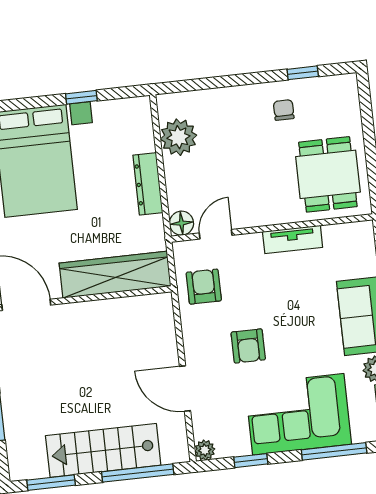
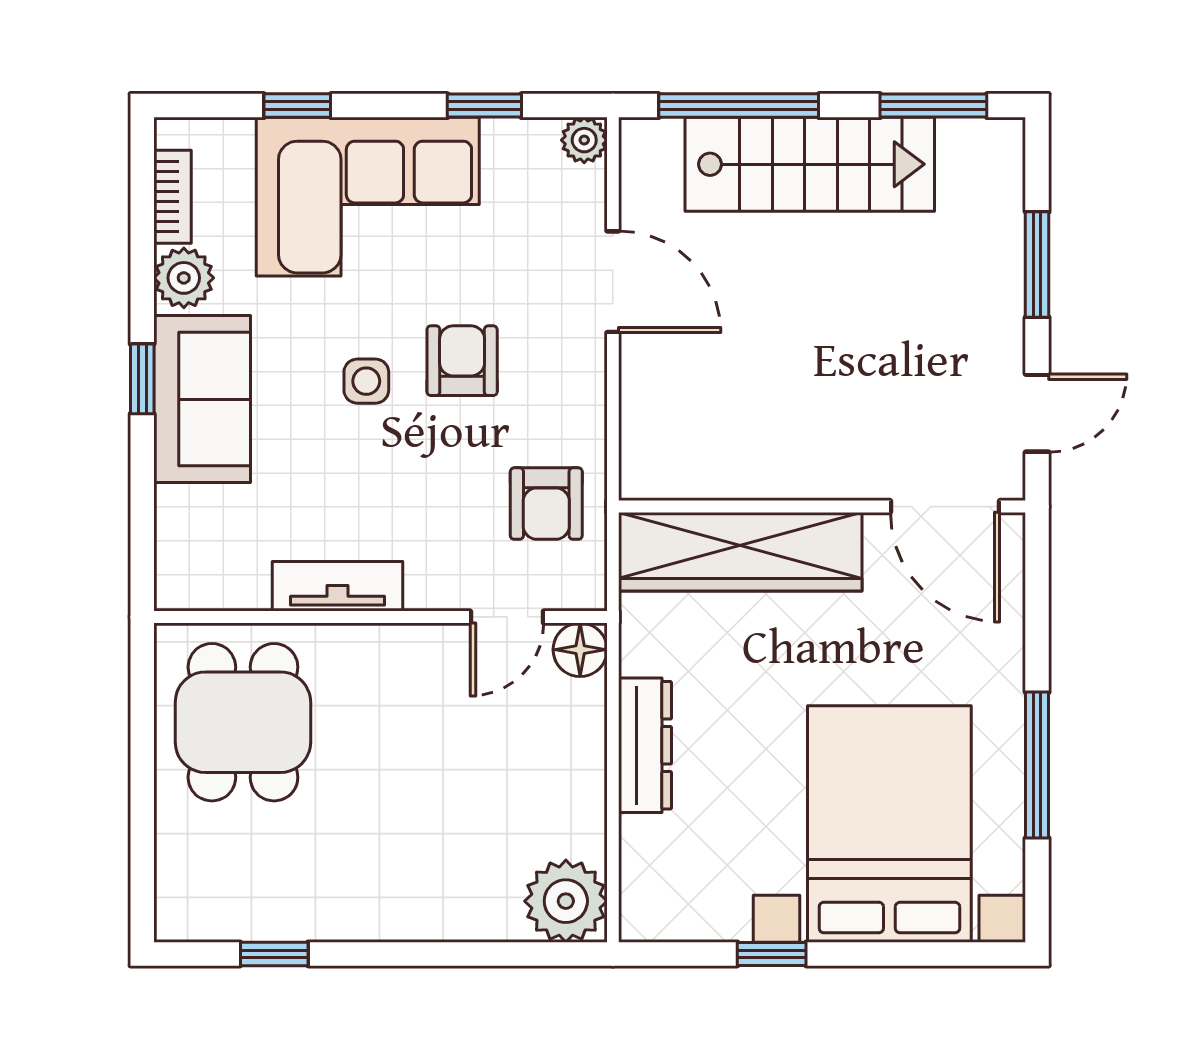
chair: (284, 110) -> (325, 876), removed
plant: (178, 137) -> (566, 901), moved
side table: (290, 332) -> (366, 381), added
window: (334, 451) -> (297, 106), width x0.46

